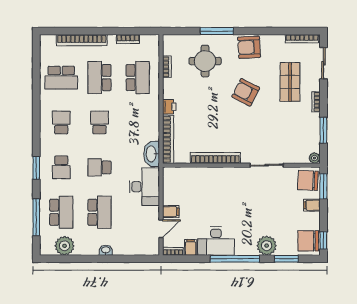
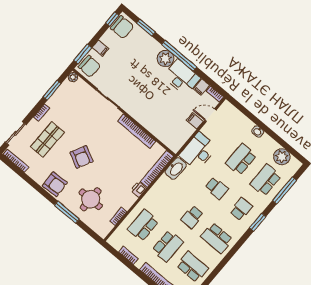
school desk: (61, 122) -> (217, 238), width x1.85
plant: (267, 246) -> (165, 59), moved

